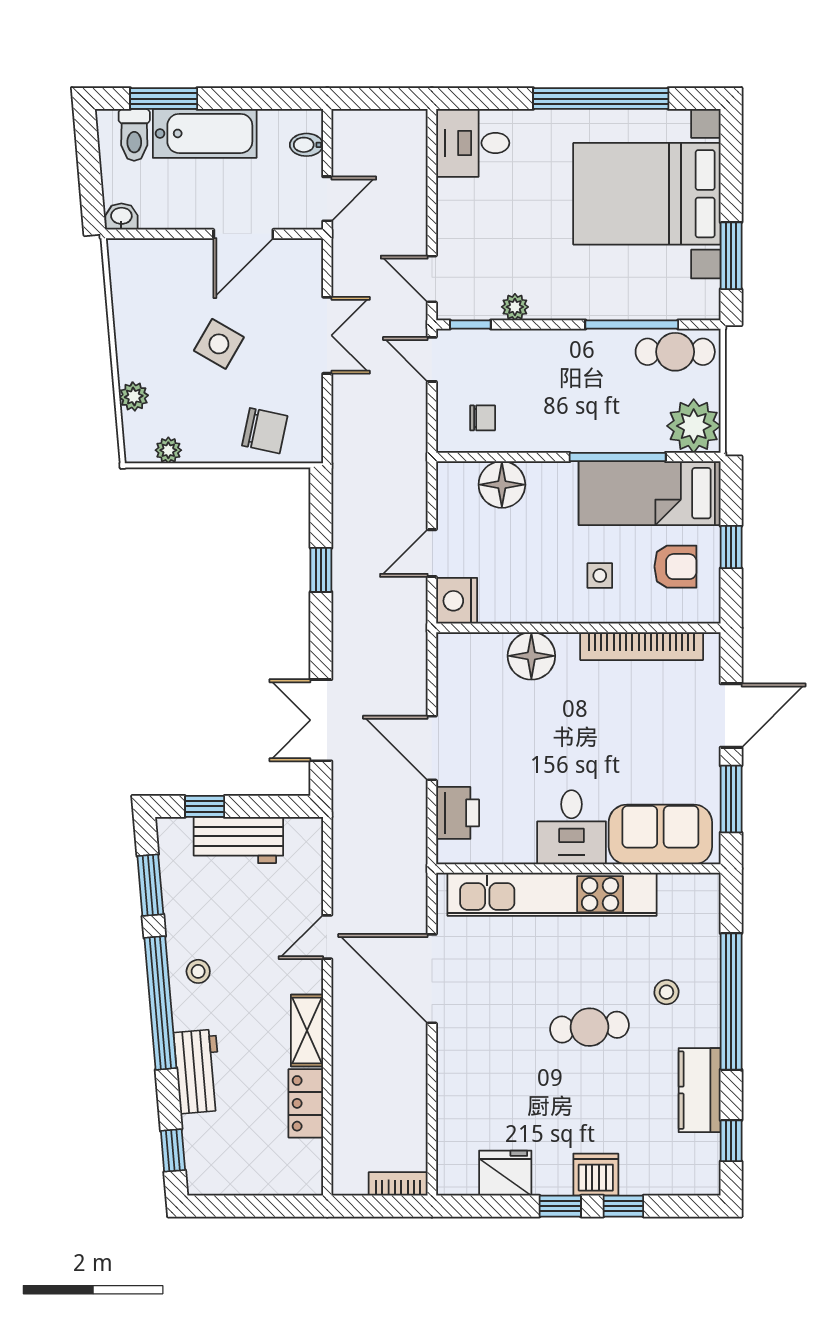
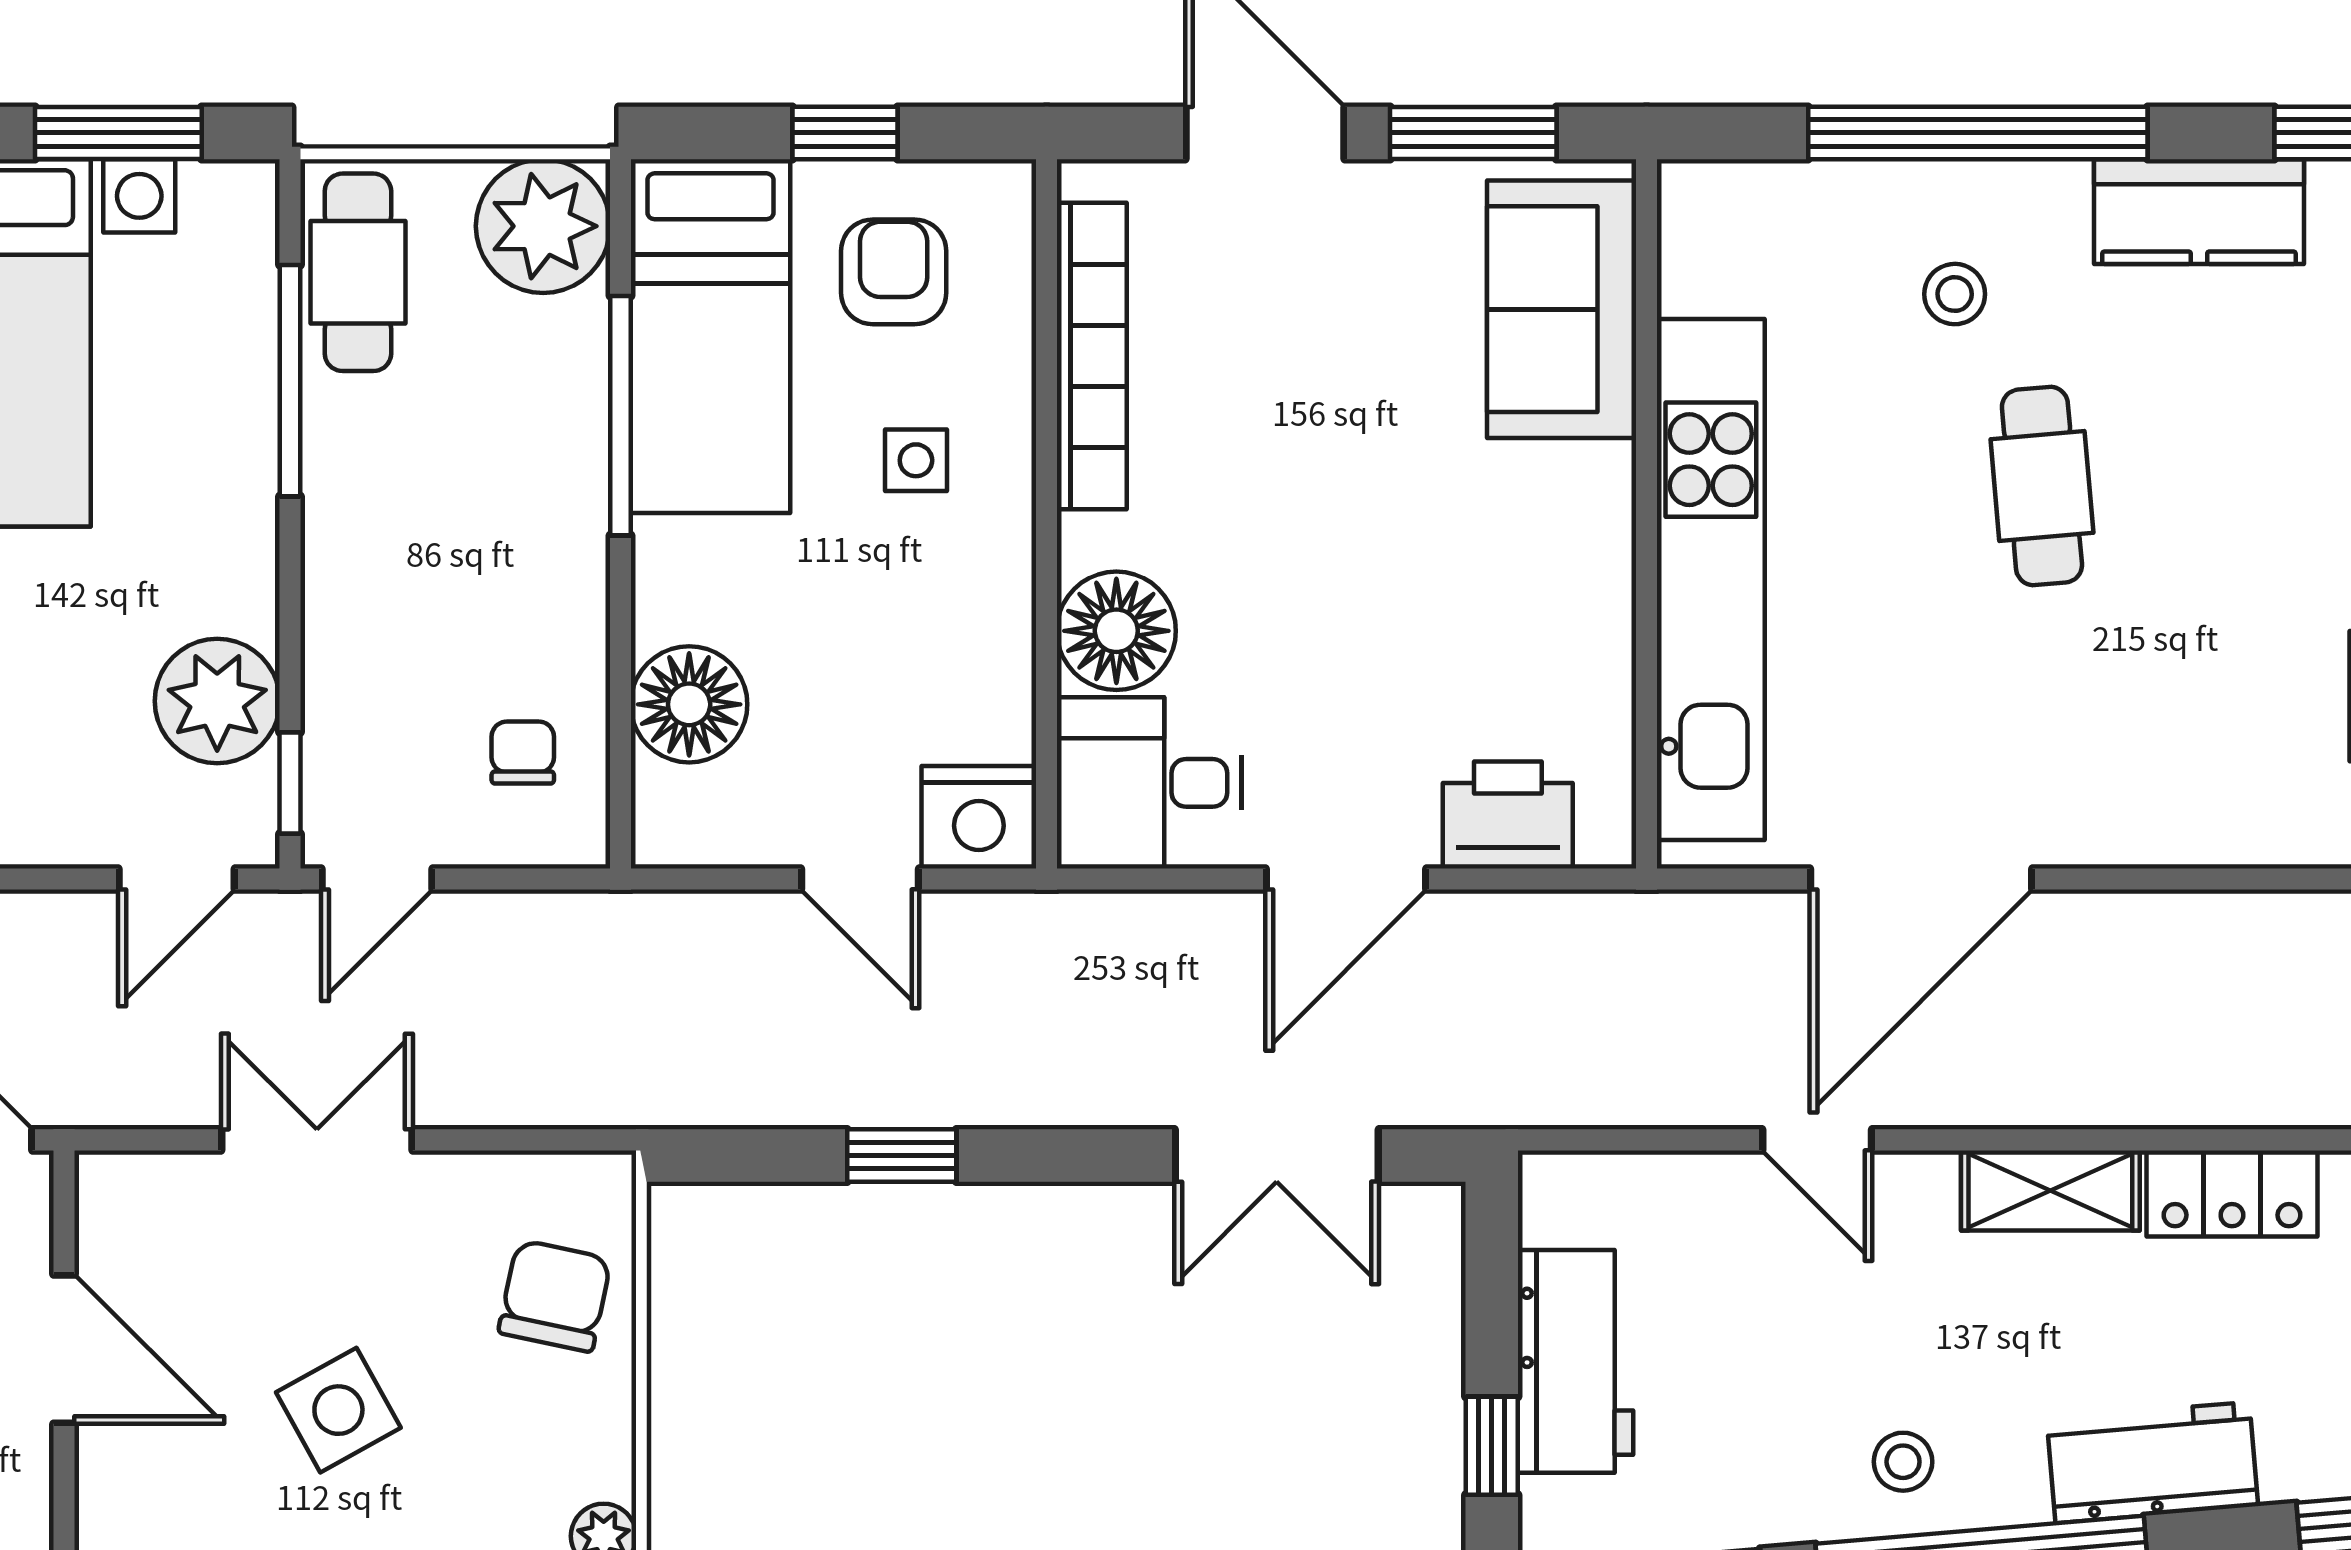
plant: (515, 307) -> (217, 701), width x1.87, depth x1.87
side table: (219, 344) -> (338, 1410), turned 31
desk: (572, 827) -> (1149, 783), moved, turned 180

